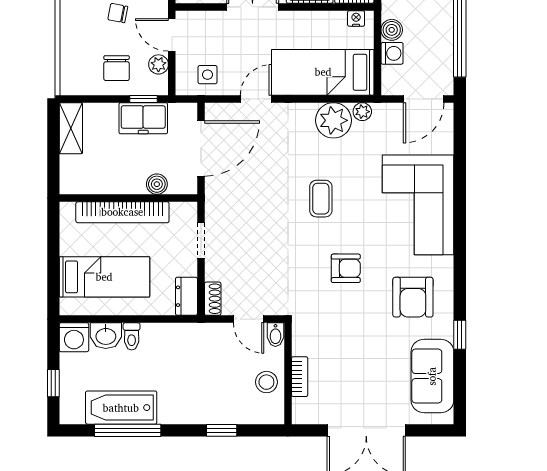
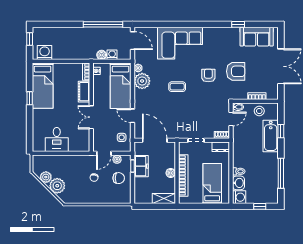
shelving: (71, 128) -> (164, 199), moved
boiler: (157, 184) -> (171, 173), moved
armchair: (413, 297) -> (236, 71), moved
bathtub: (121, 408) -> (271, 136), moved

